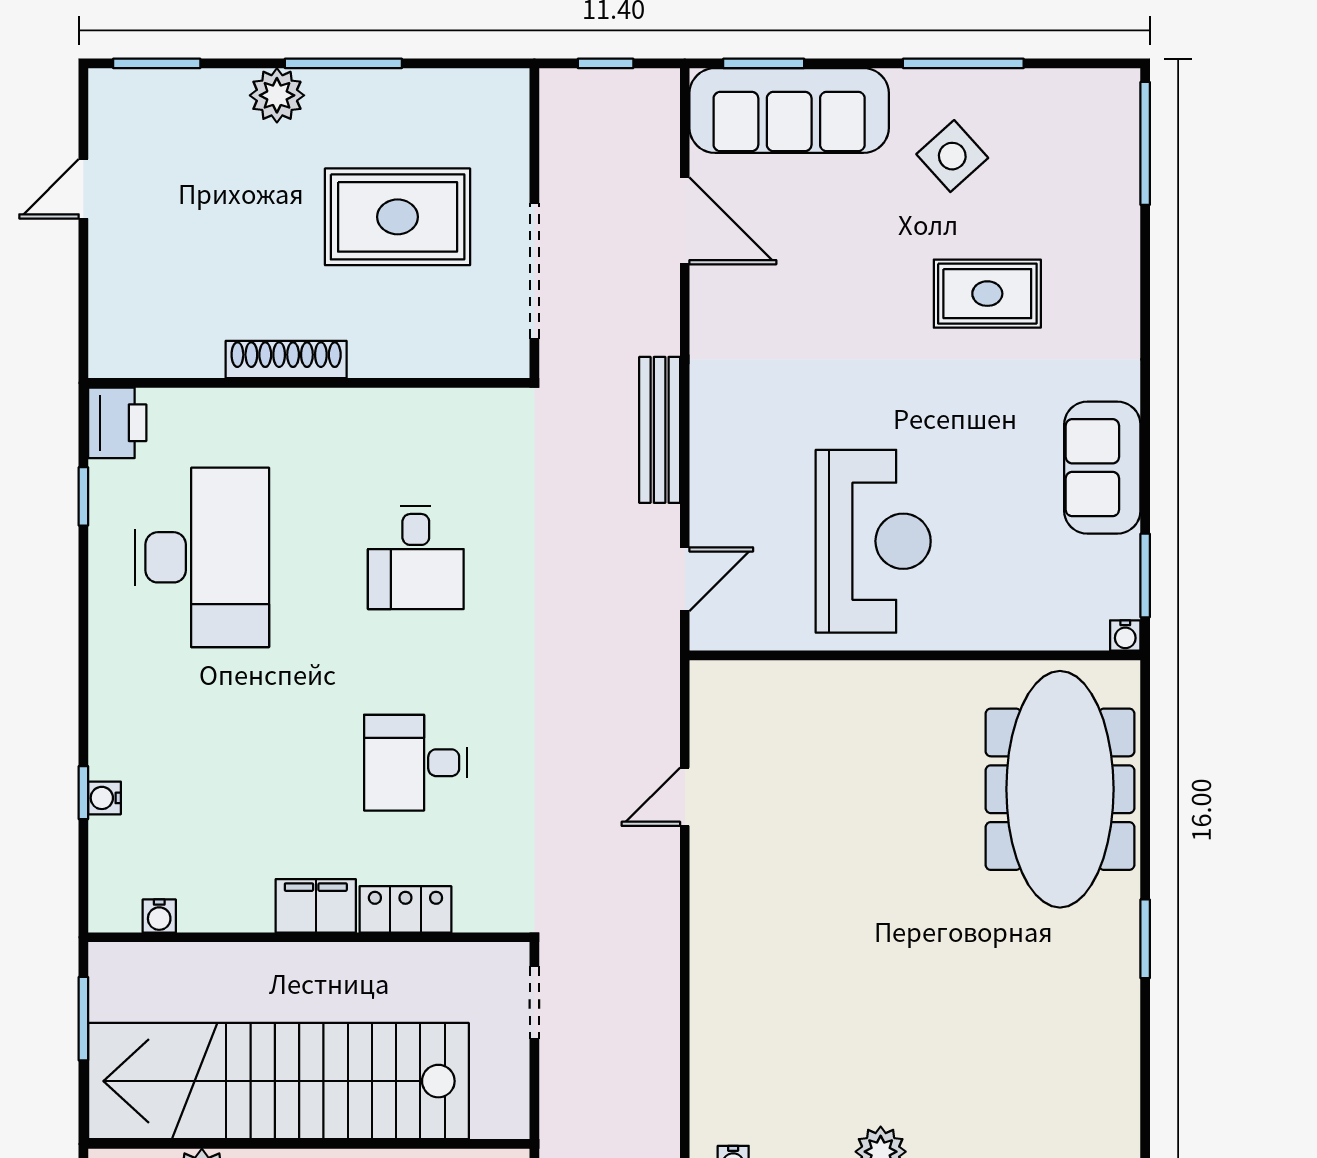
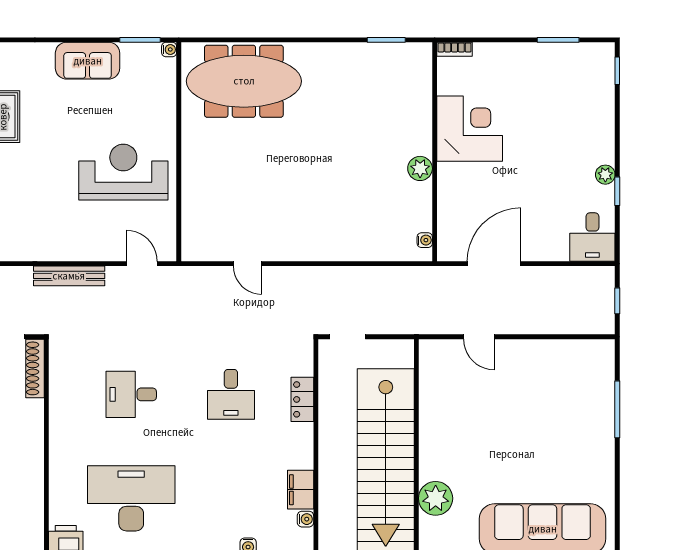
shoe rack: (286, 359) -> (35, 368), moved
desk: (416, 557) -> (131, 394), turned 180
filing cabinet: (316, 906) -> (301, 490), moved
window: (1145, 939) -> (386, 40), moved

